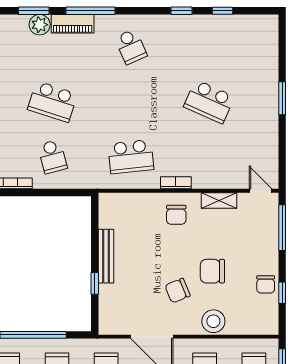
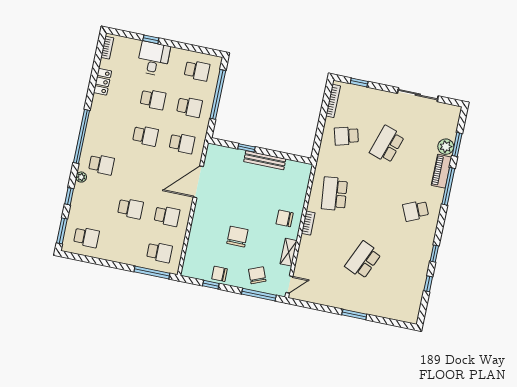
chair: (178, 291) -> (257, 275), moved
stool: (213, 321) -> (200, 230), removed

